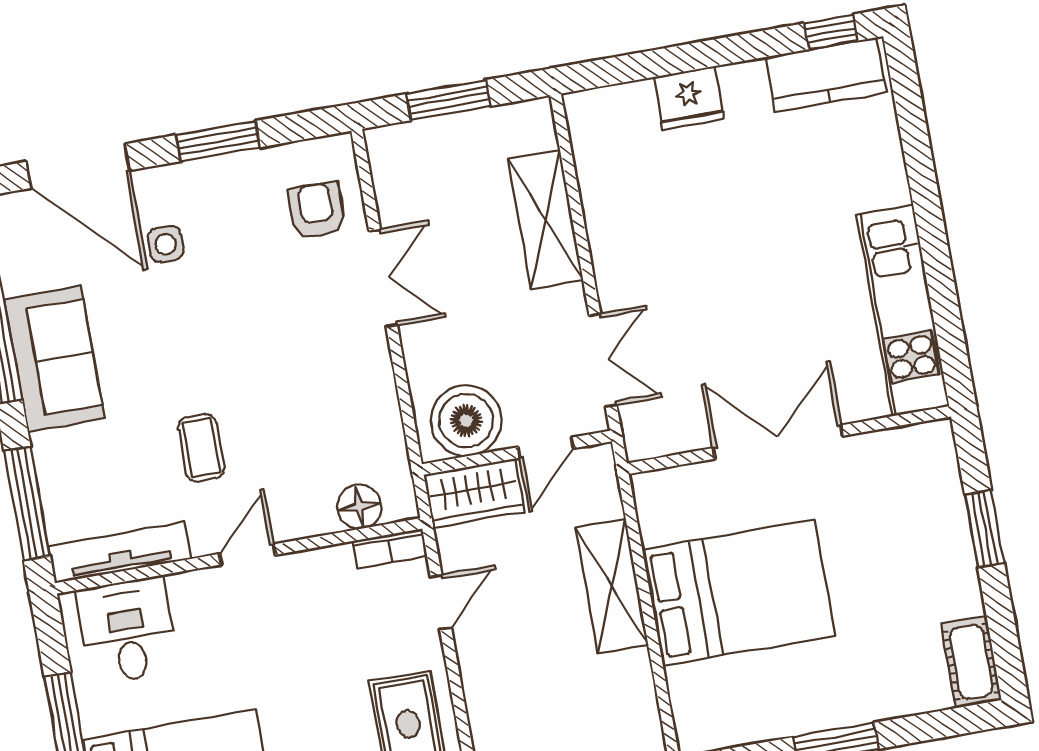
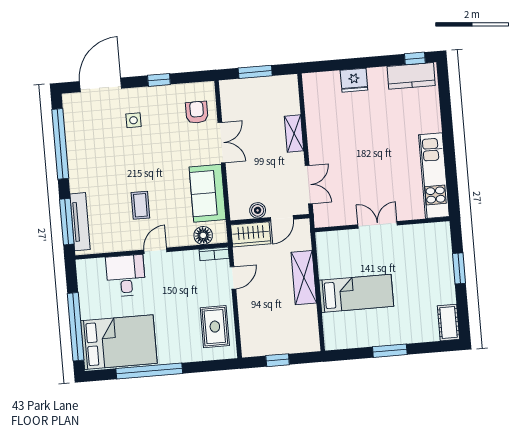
window: (218, 141) -> (159, 80), width x0.67
door: (78, 166) -> (100, 85), swing flipped
shelving: (546, 219) -> (294, 133), width x0.67, depth x0.75
sofa: (54, 359) -> (207, 193), moved, turned 180
boiler: (466, 421) -> (258, 210), width x0.54, depth x0.54
double door: (778, 442) -> (378, 225), width x0.73
tv unit: (120, 553) -> (80, 222), moved, turned 90
bed: (739, 592) -> (356, 293), width x0.67
desk: (127, 631) -> (126, 276), moved

